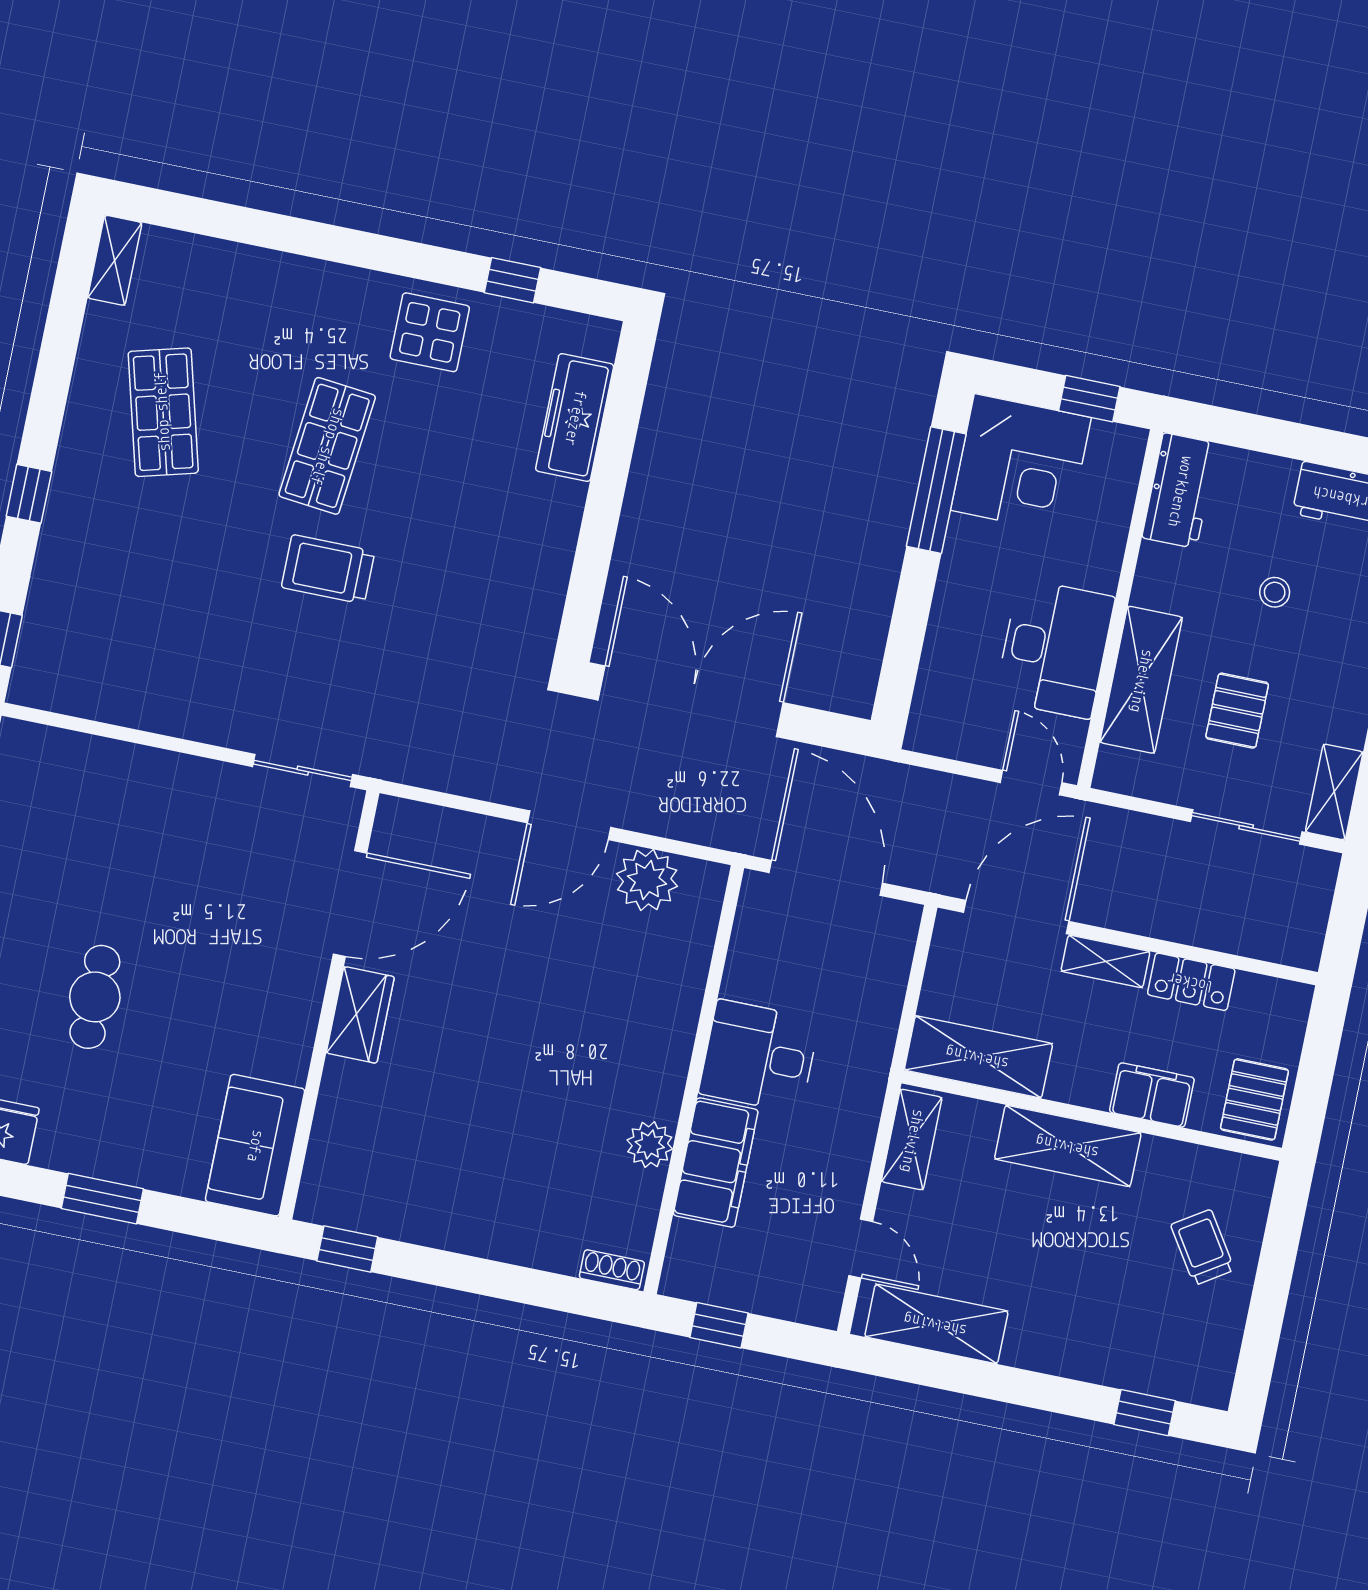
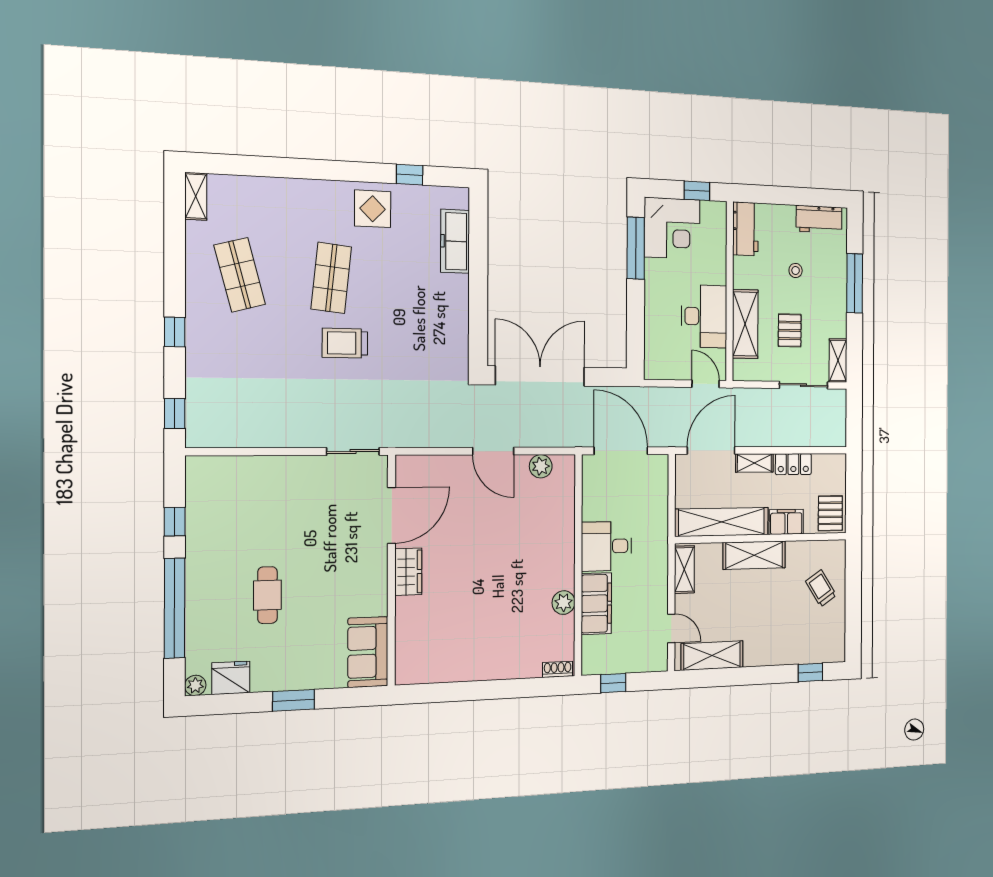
door: (569, 825) -> (493, 451), hinge flipped
plant: (647, 880) -> (541, 466), width x0.73, depth x0.73
shelving: (978, 1057) -> (722, 522), width x1.47
window: (347, 1249) -> (426, 693), removed

